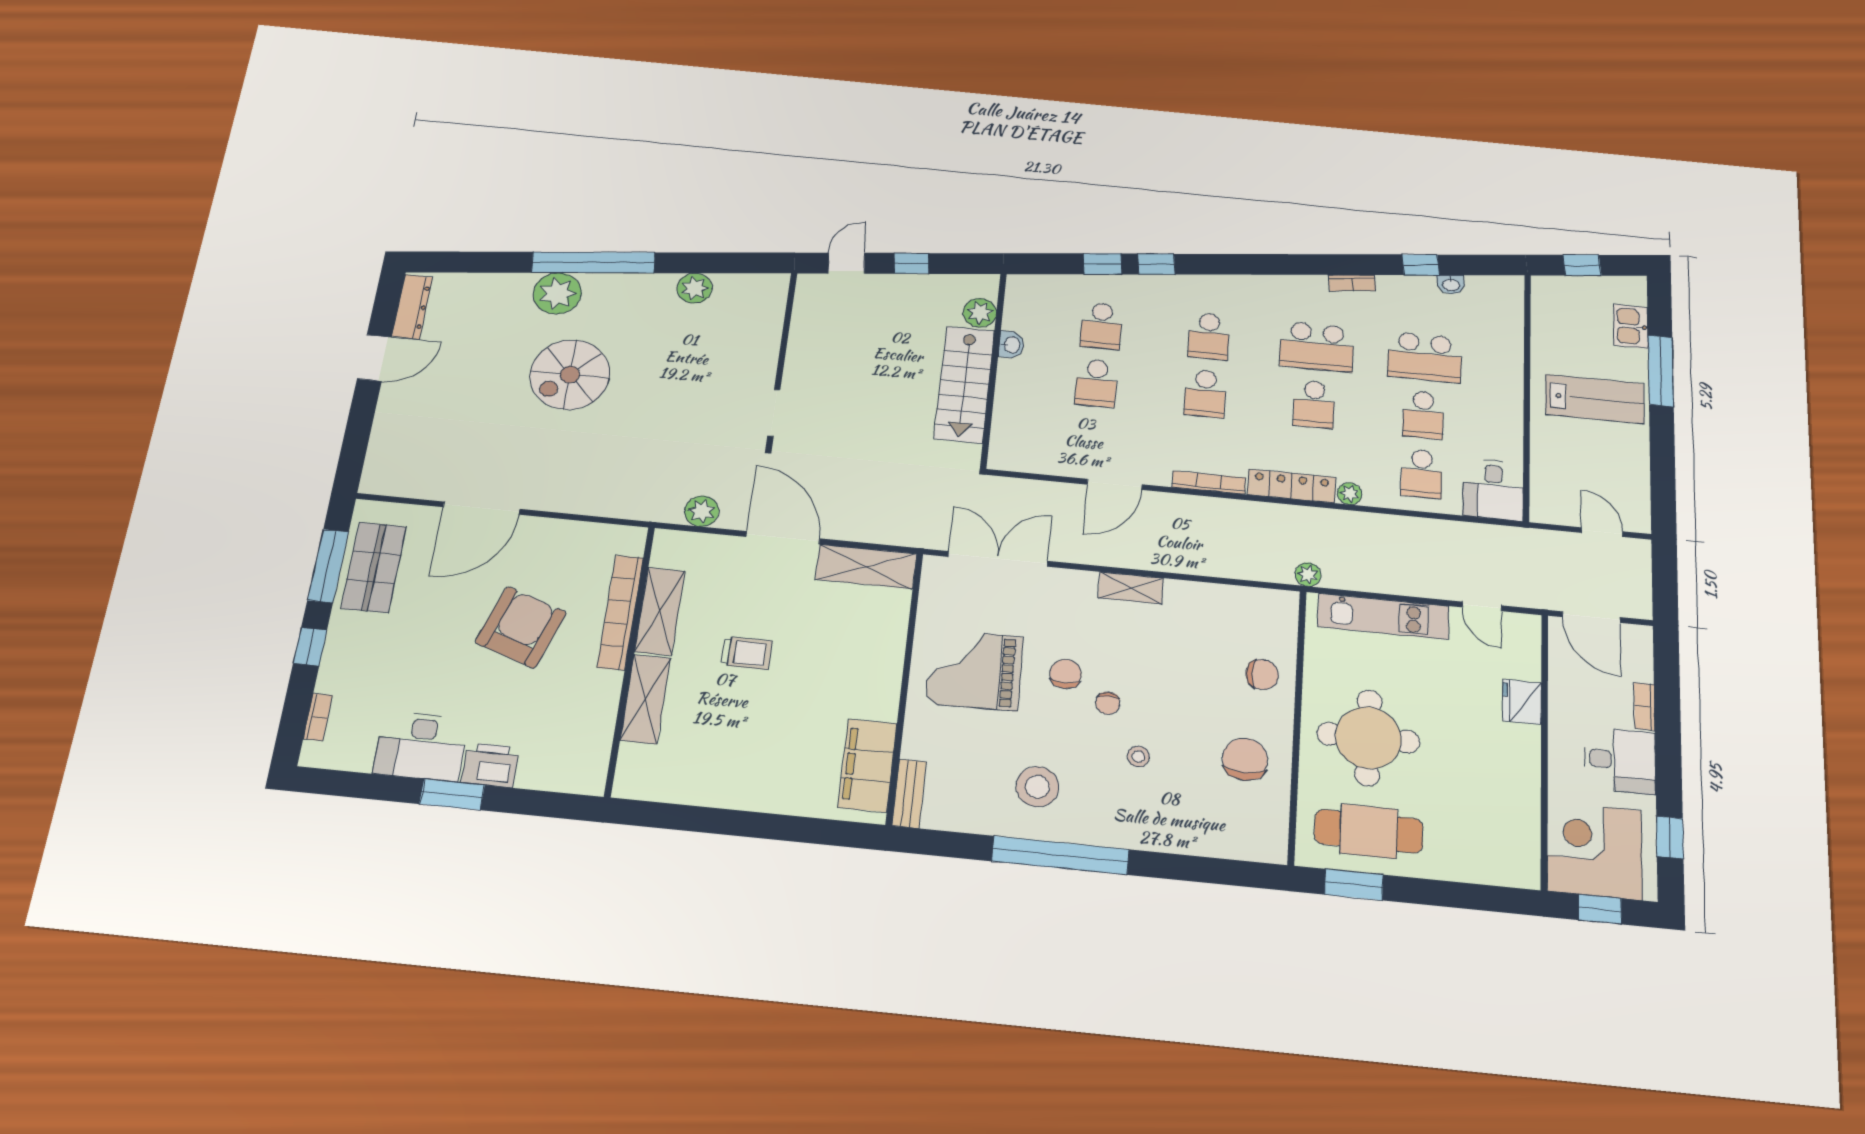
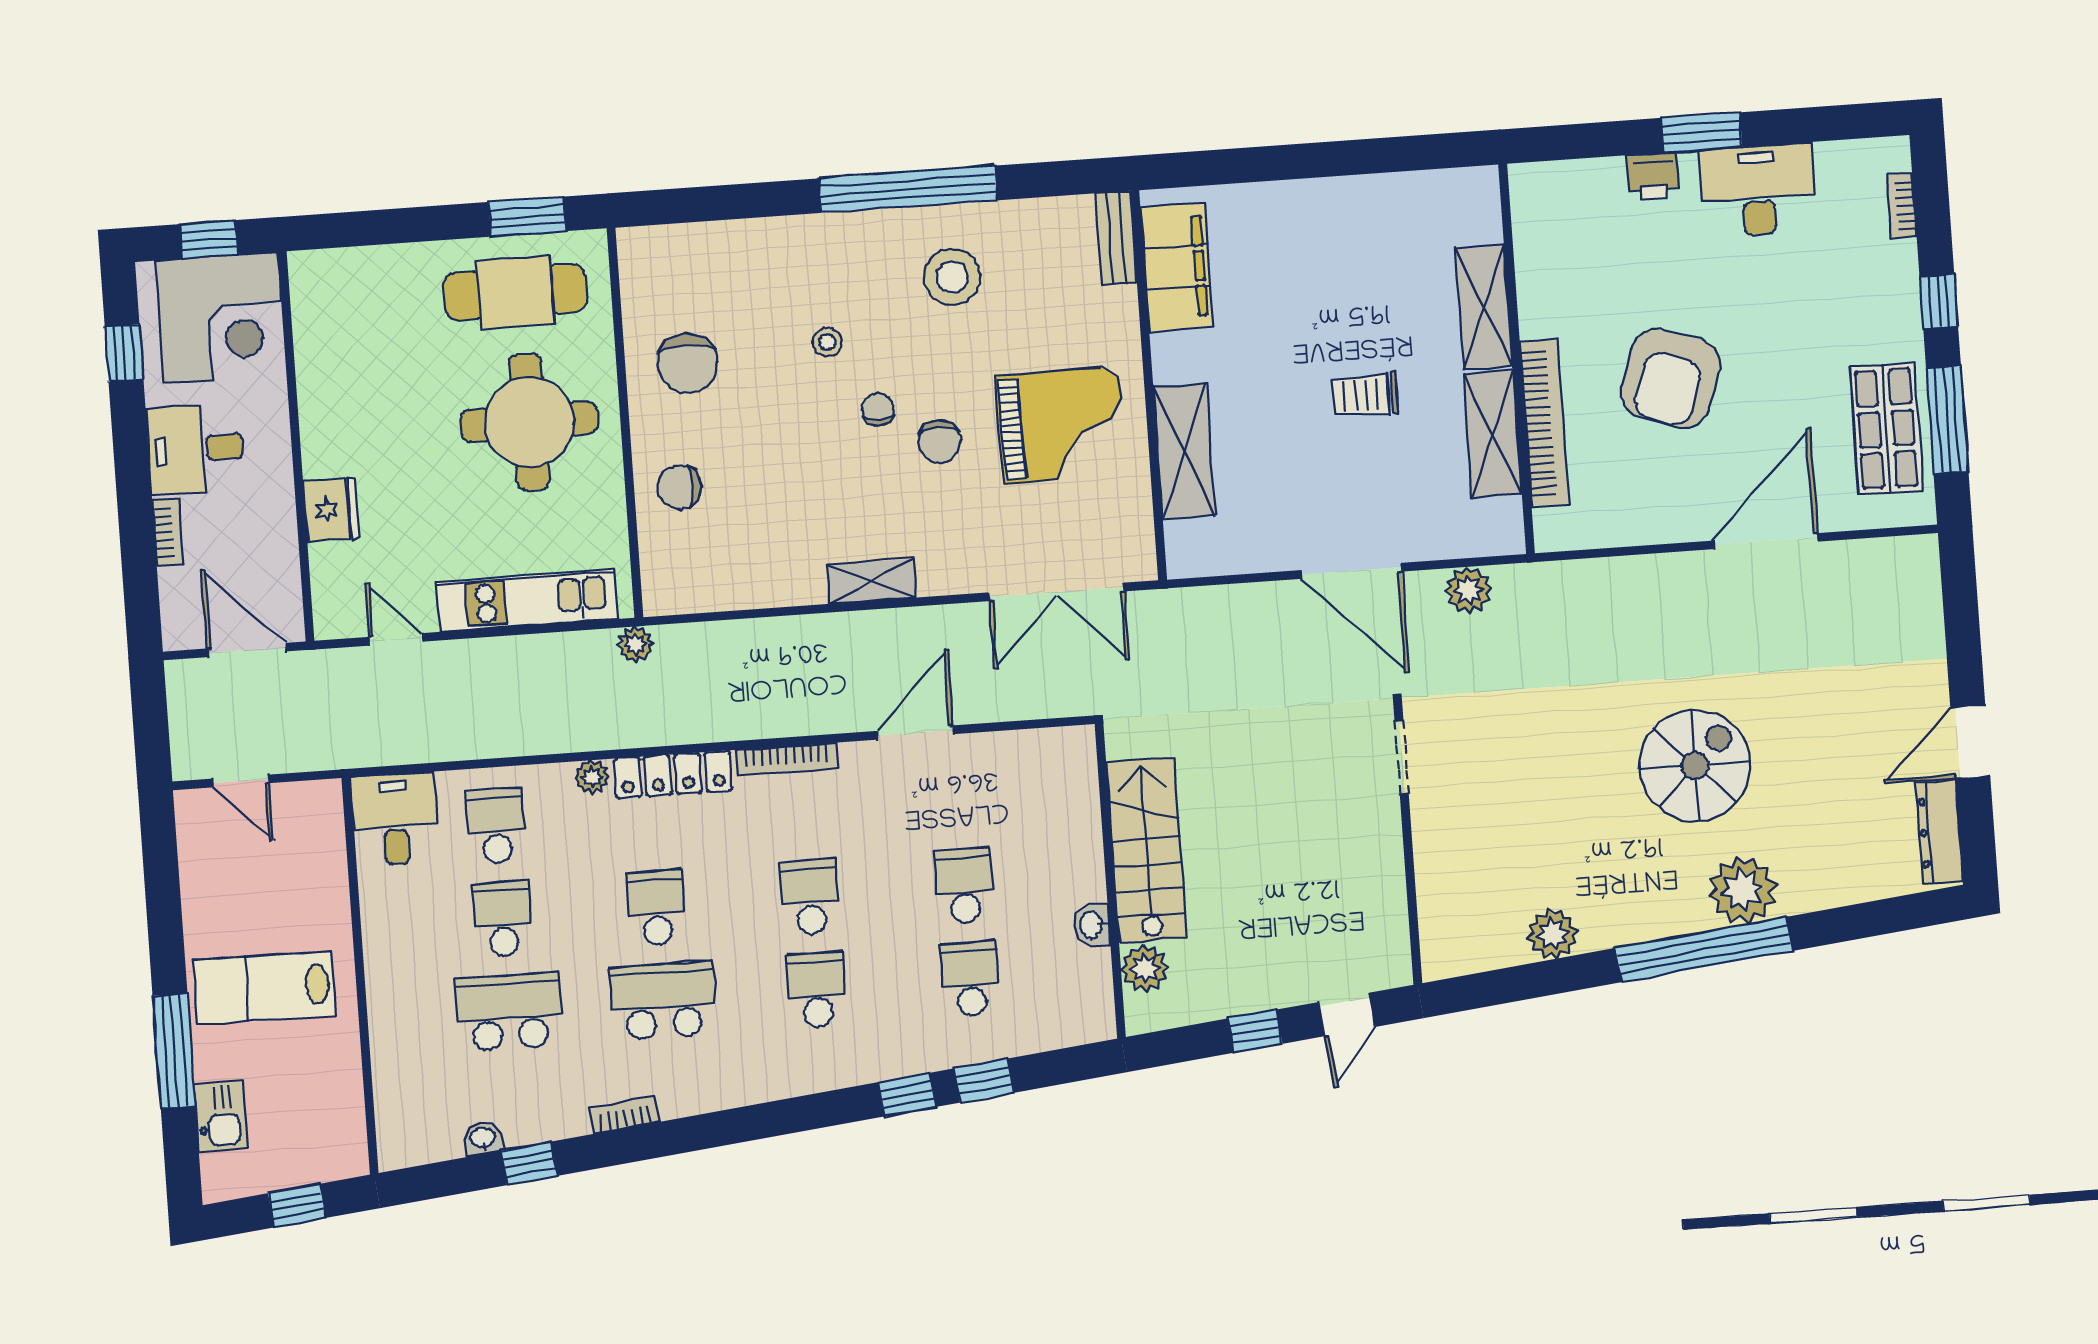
shelving: (866, 567) -> (1184, 451), moved, turned 90
printer: (490, 765) -> (1653, 176), width x0.73, depth x0.81

